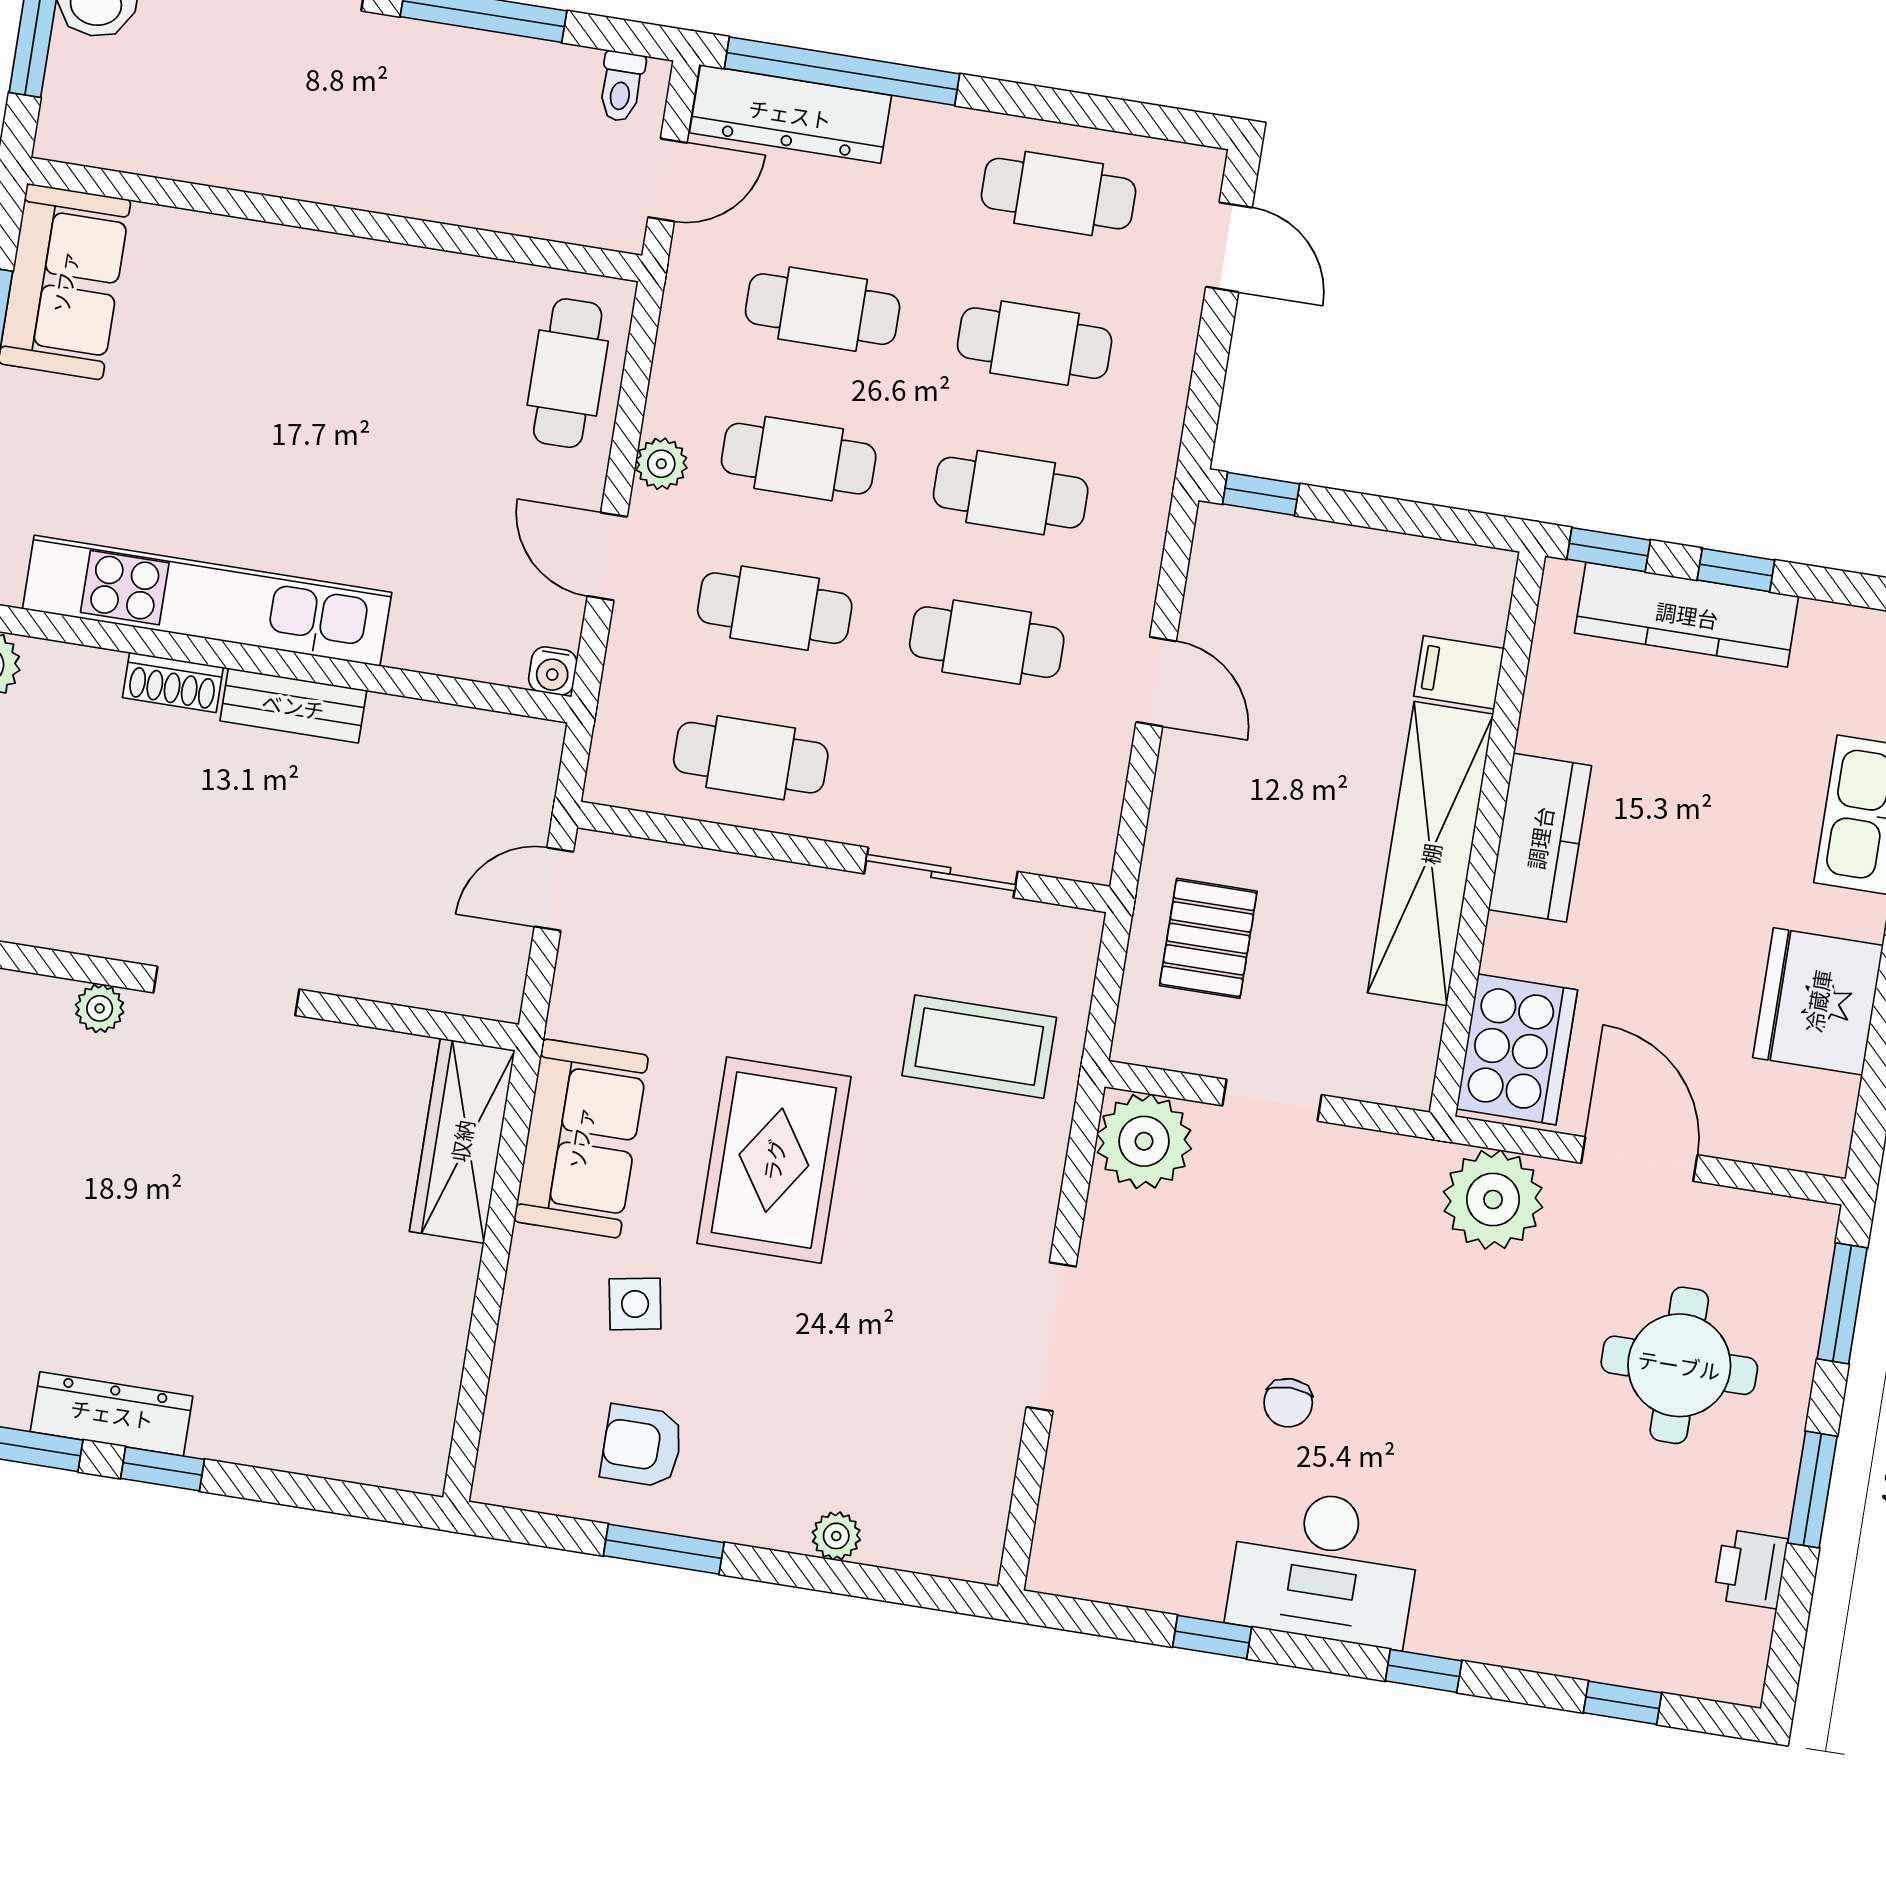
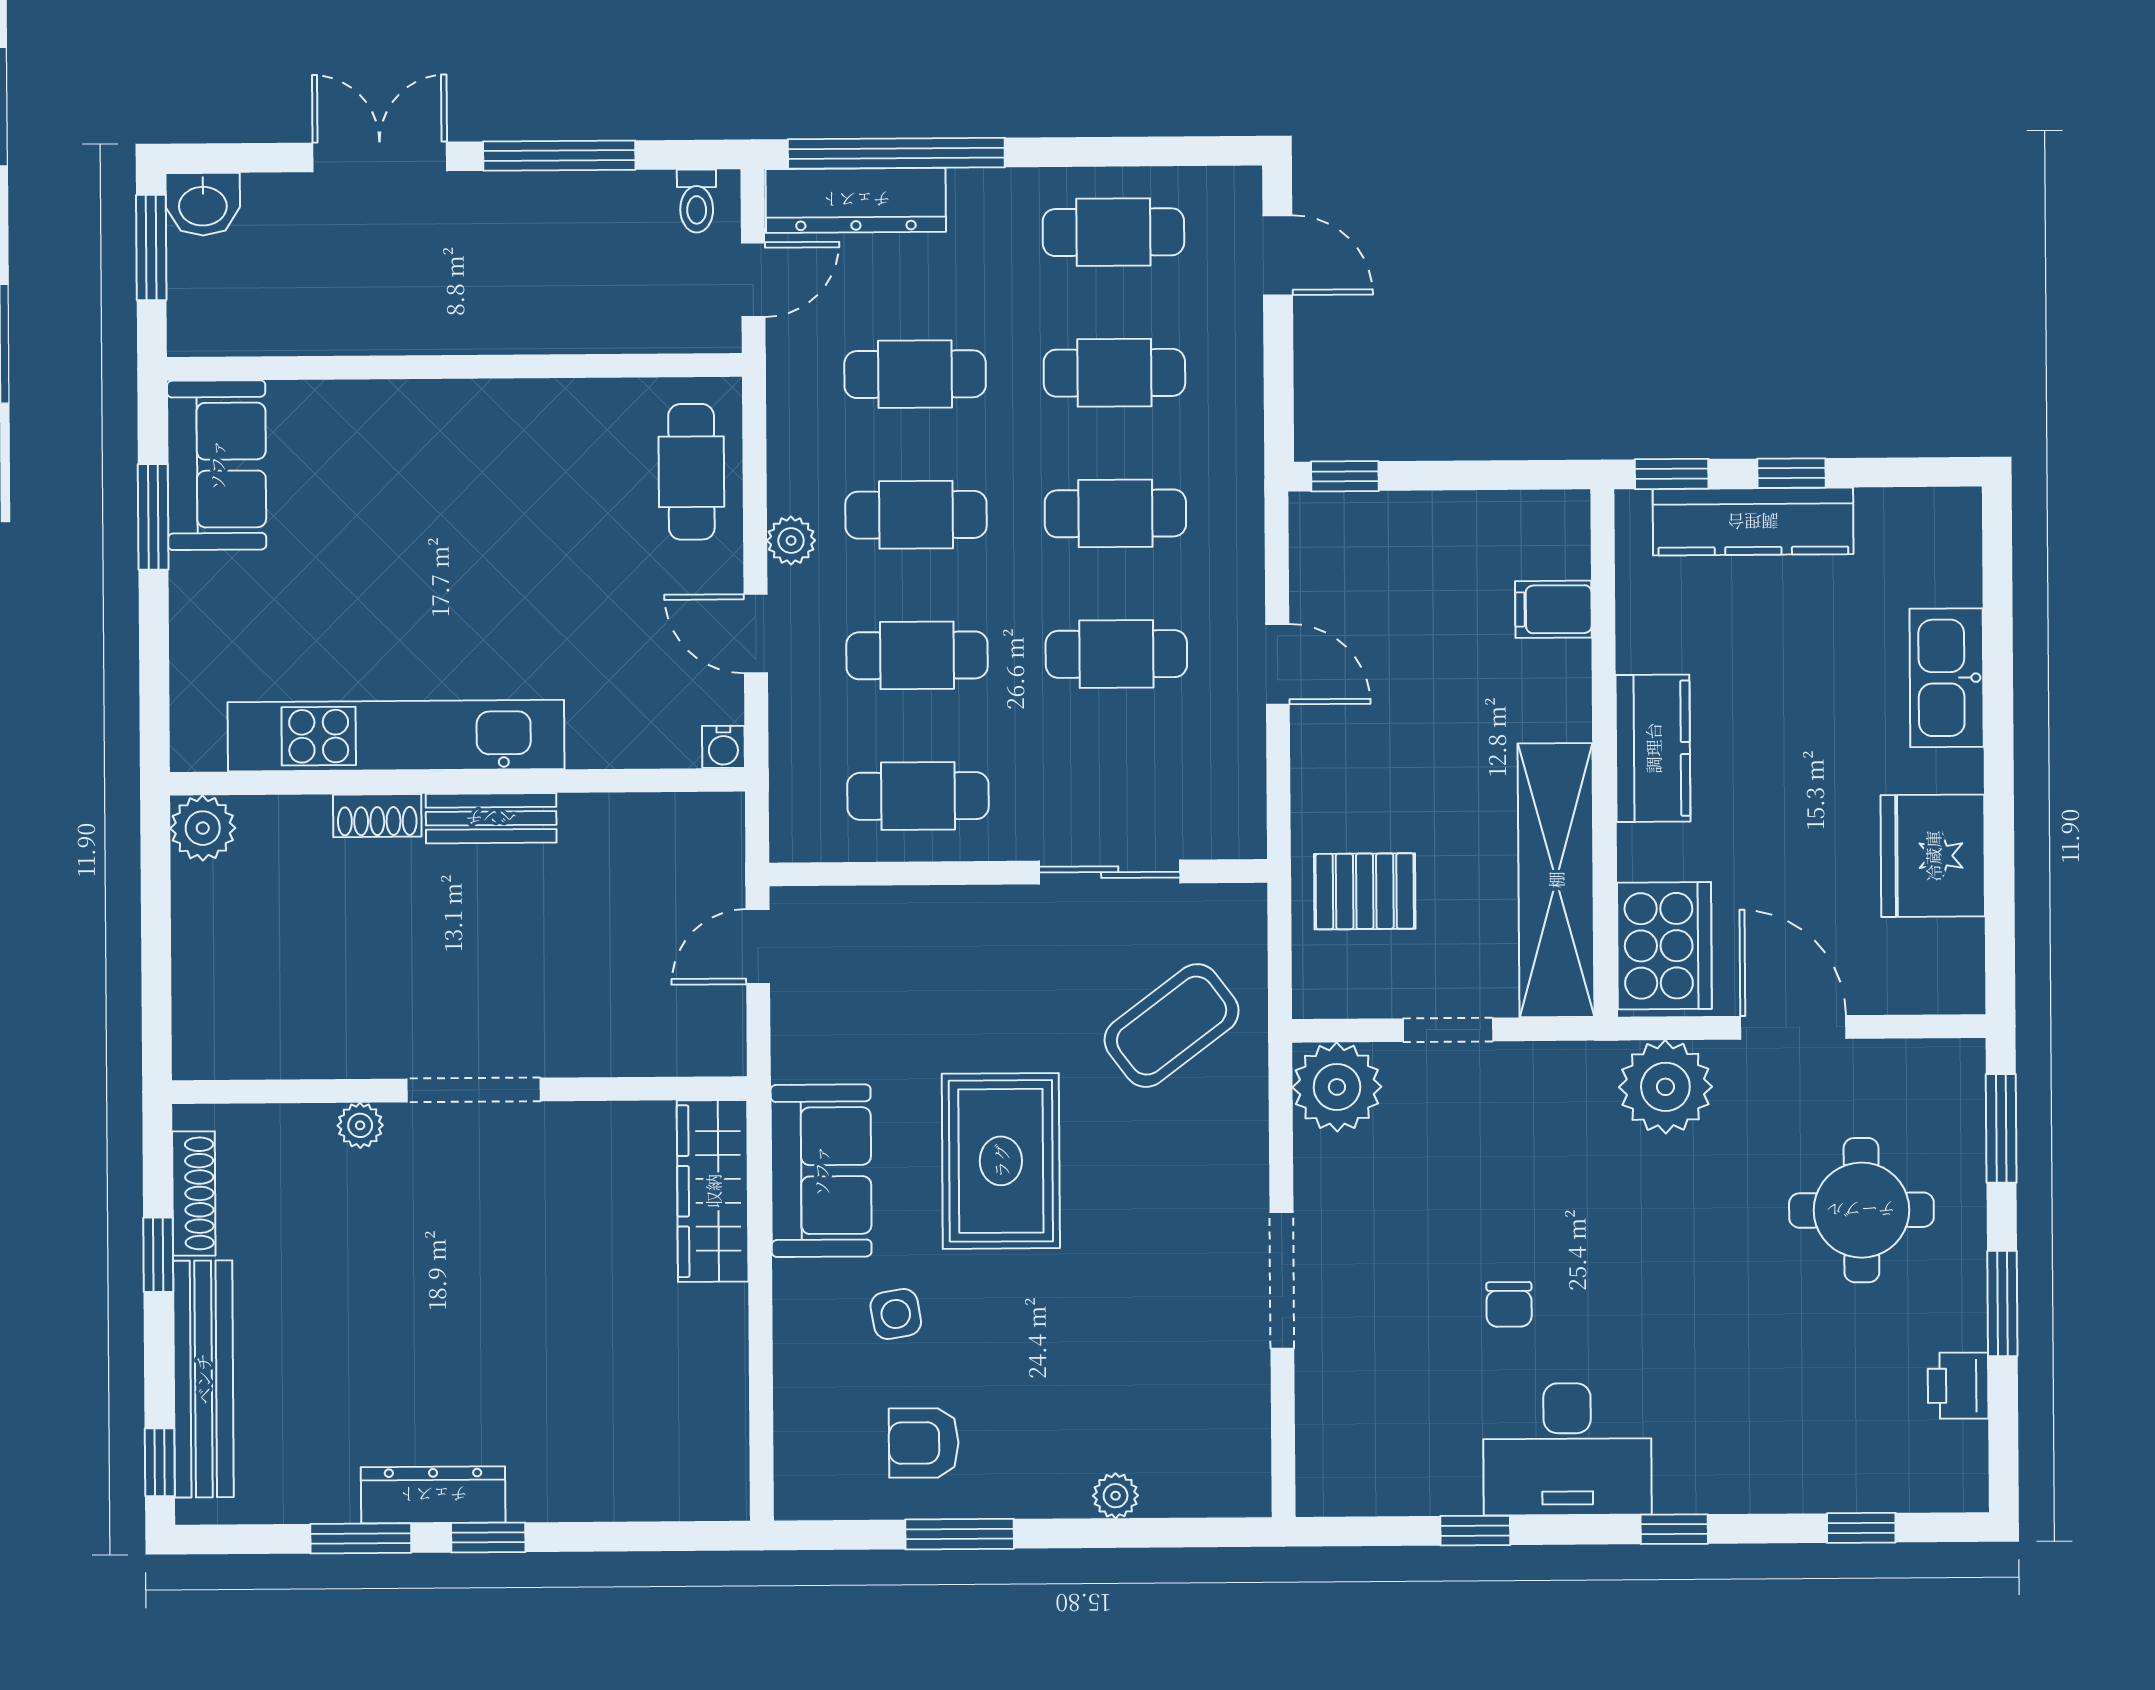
shelving: (1431, 854) -> (1556, 880), moved
pallet: (1208, 938) -> (1365, 891), turned 90
coffee table: (979, 1047) -> (1172, 1026), turned -37

